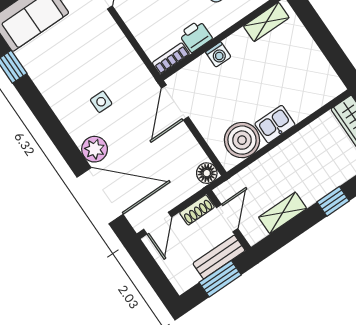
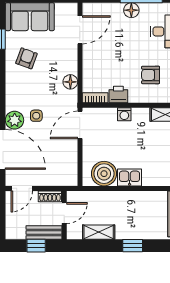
armchair: (59, 67) -> (26, 58), added
side table: (101, 102) -> (36, 116), moved
floor lamp: (207, 173) -> (70, 82), moved
window: (220, 279) -> (36, 246), width x0.67

